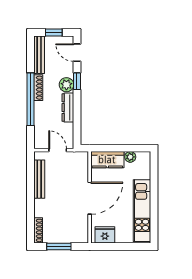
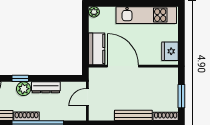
plant: (130, 157) -> (94, 12), moved
bench: (39, 179) -> (133, 115), moved
door: (90, 198) -> (123, 66), moved

